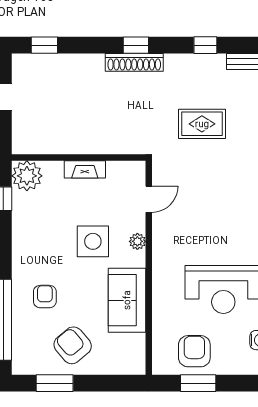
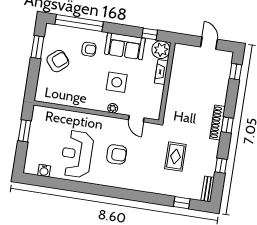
fireplace: (85, 169) -> (161, 72), moved
sofa: (127, 300) -> (125, 46), moved, turned 180
armchair: (194, 351) -> (117, 154), moved

